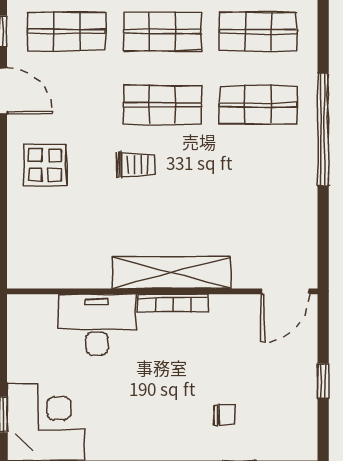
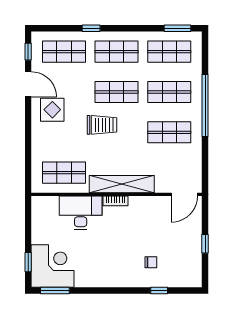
display table: (45, 165) -> (52, 110), moved
trolley: (136, 165) -> (102, 125), width x1.36, depth x1.39
shop shelf: (258, 178) -> (169, 132), added
shop shelf: (67, 252) -> (64, 173), added
bookcase: (173, 303) -> (116, 201), width x0.64

